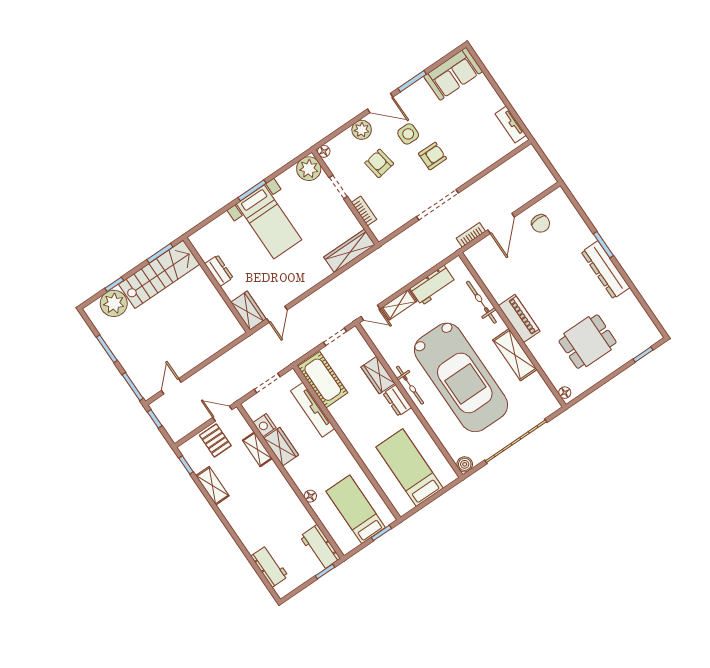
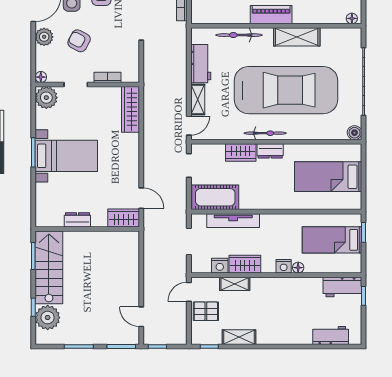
armchair: (379, 163) -> (79, 41), turned 37
nightstand: (303, 482) -> (284, 266), added

